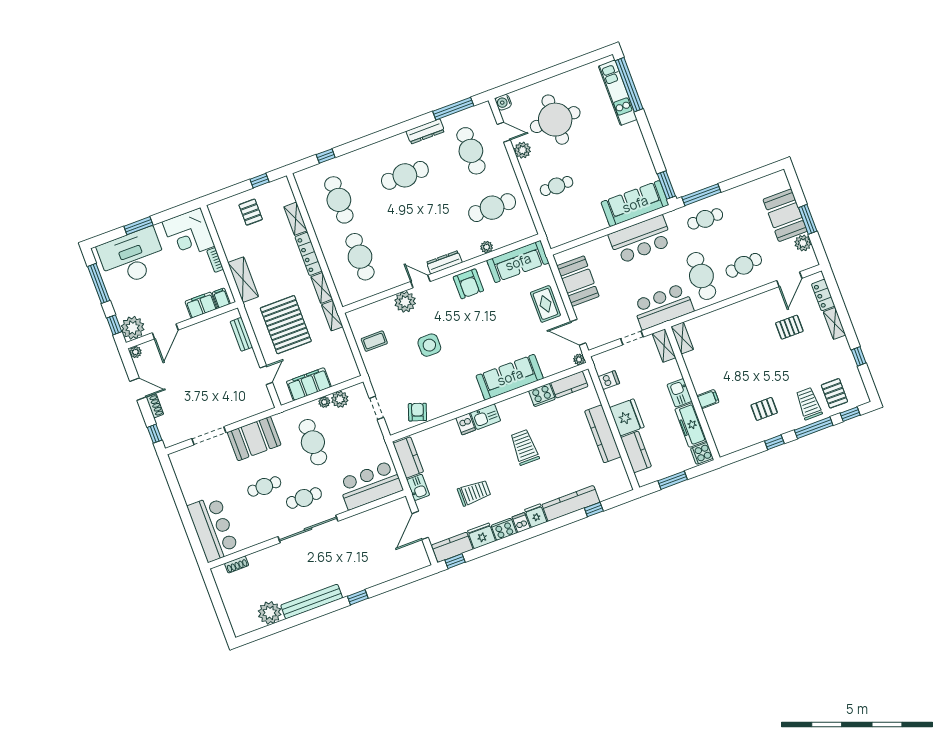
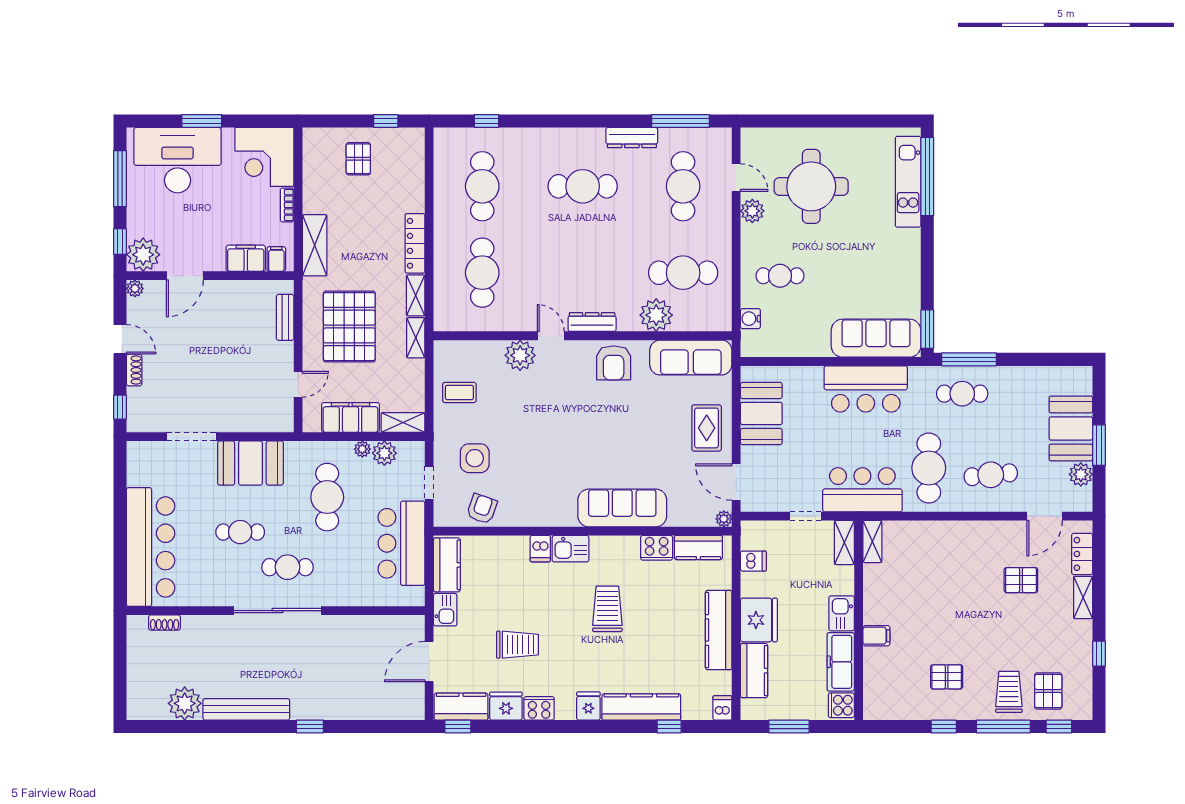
water cooler: (503, 102) -> (750, 319), moved
shelving: (296, 219) -> (403, 423), moved, turned 90
plant: (487, 247) -> (656, 315), width x1.88, depth x1.88
side table: (429, 345) -> (475, 458), moved
bar counter: (370, 485) -> (401, 543), moved, turned -90
dishwasher: (521, 523) -> (722, 708), moved
bar counter: (213, 529) -> (151, 547), width x1.36

